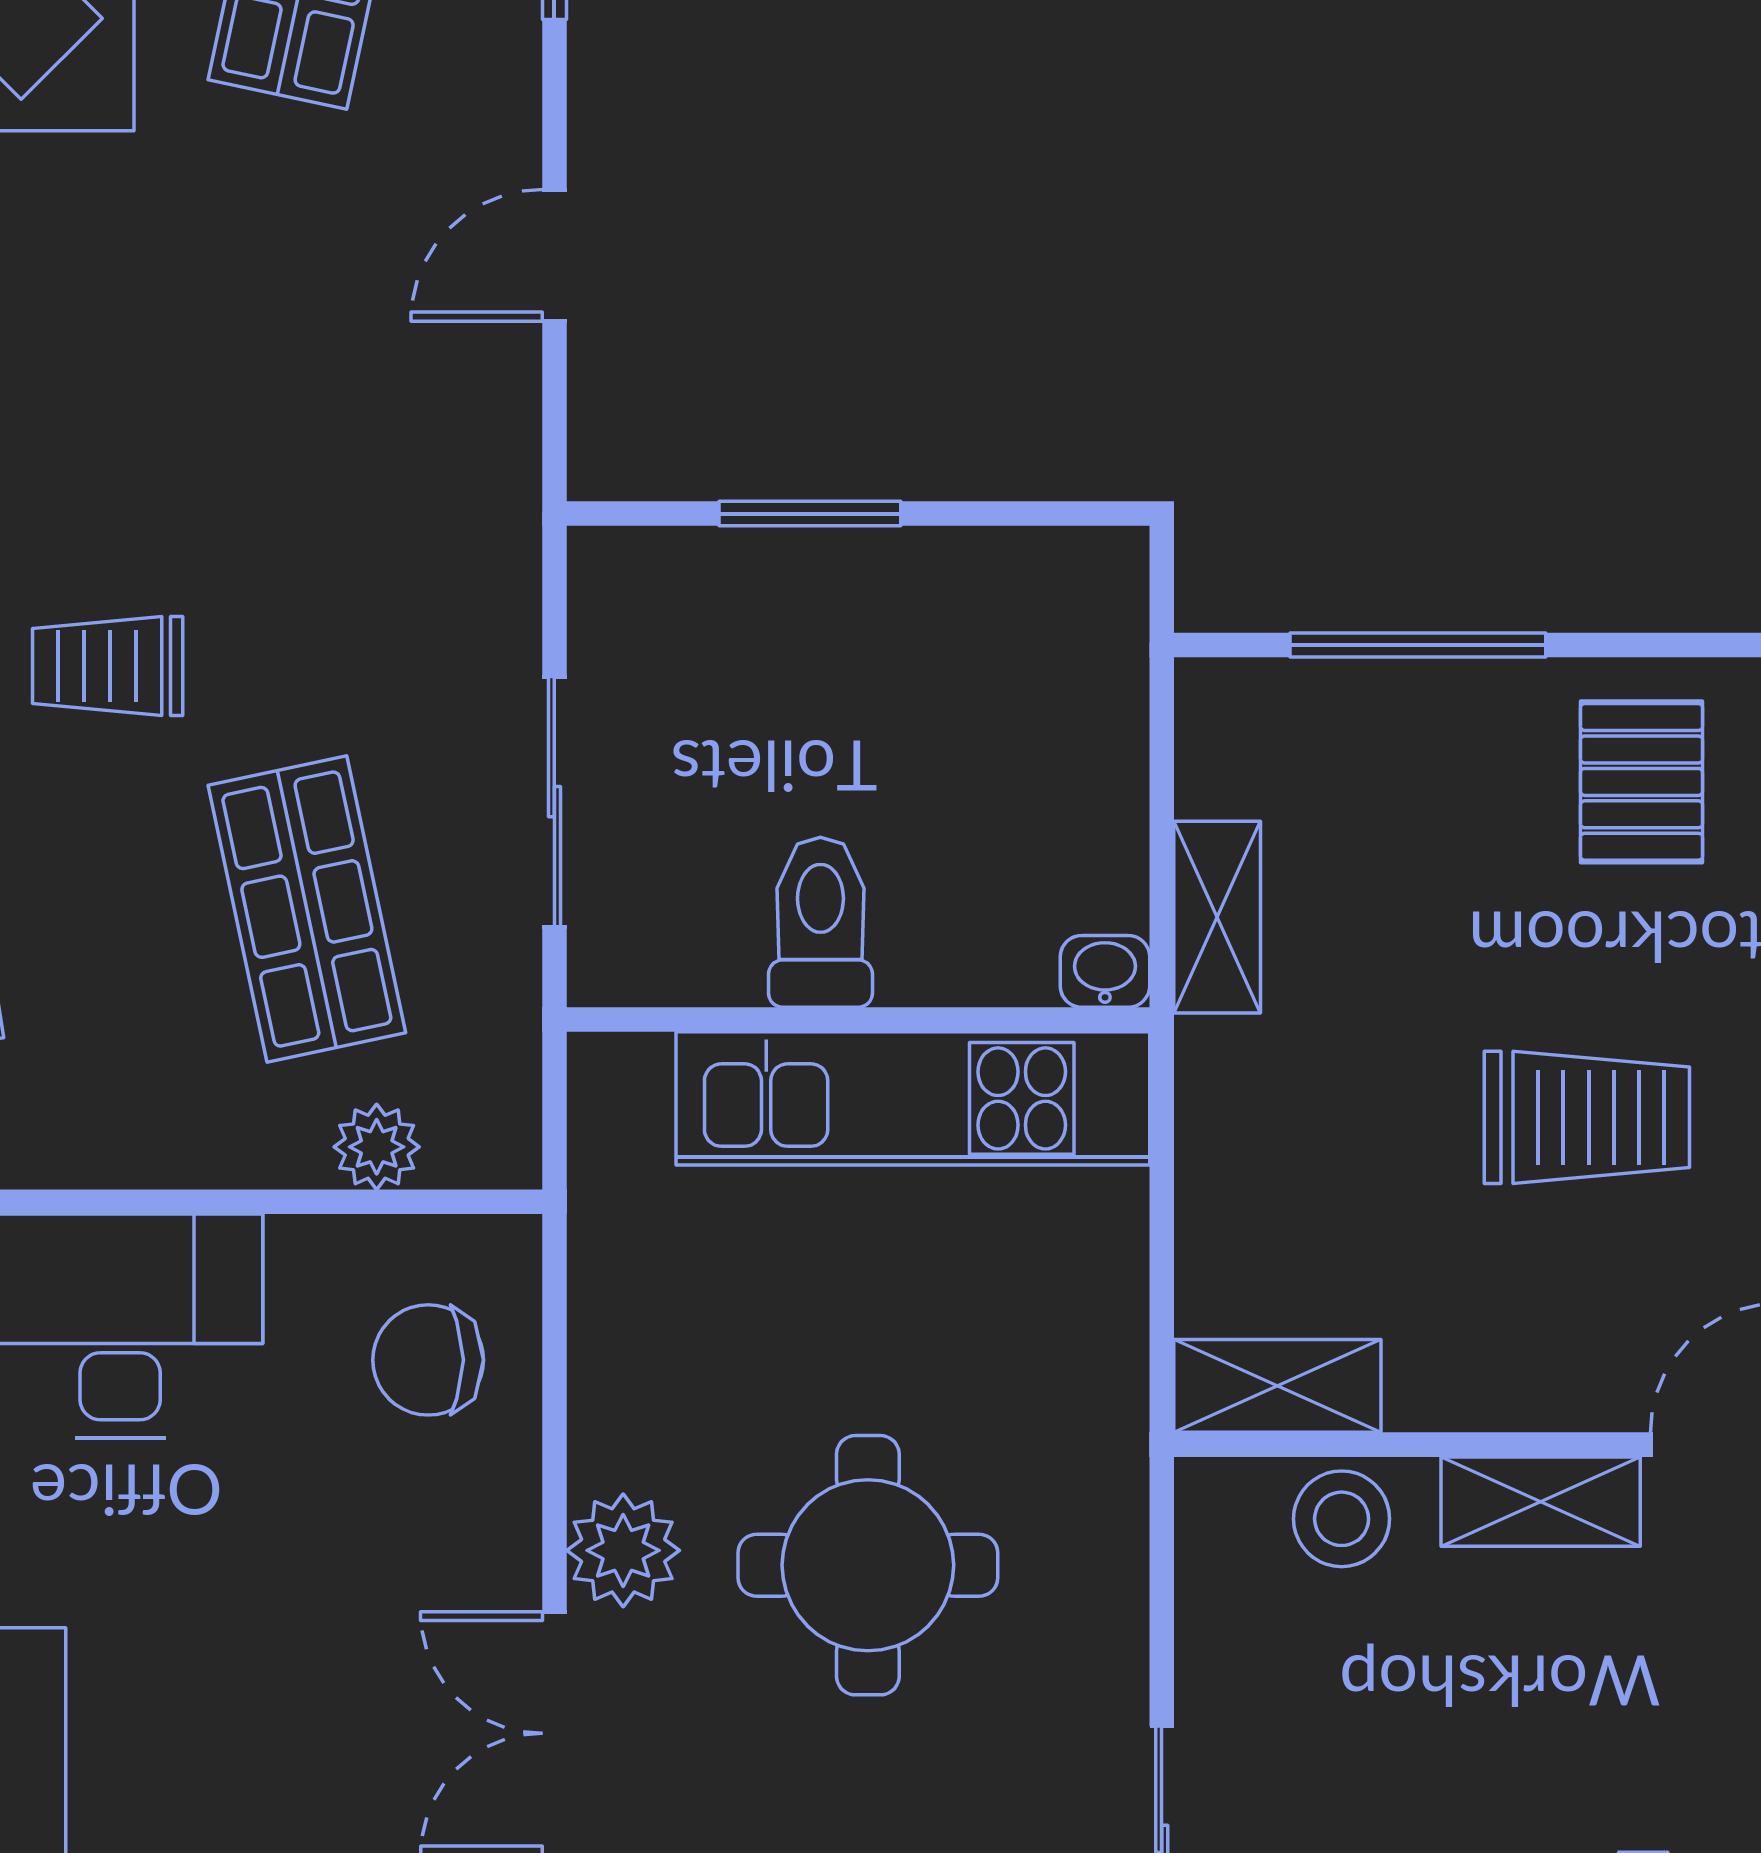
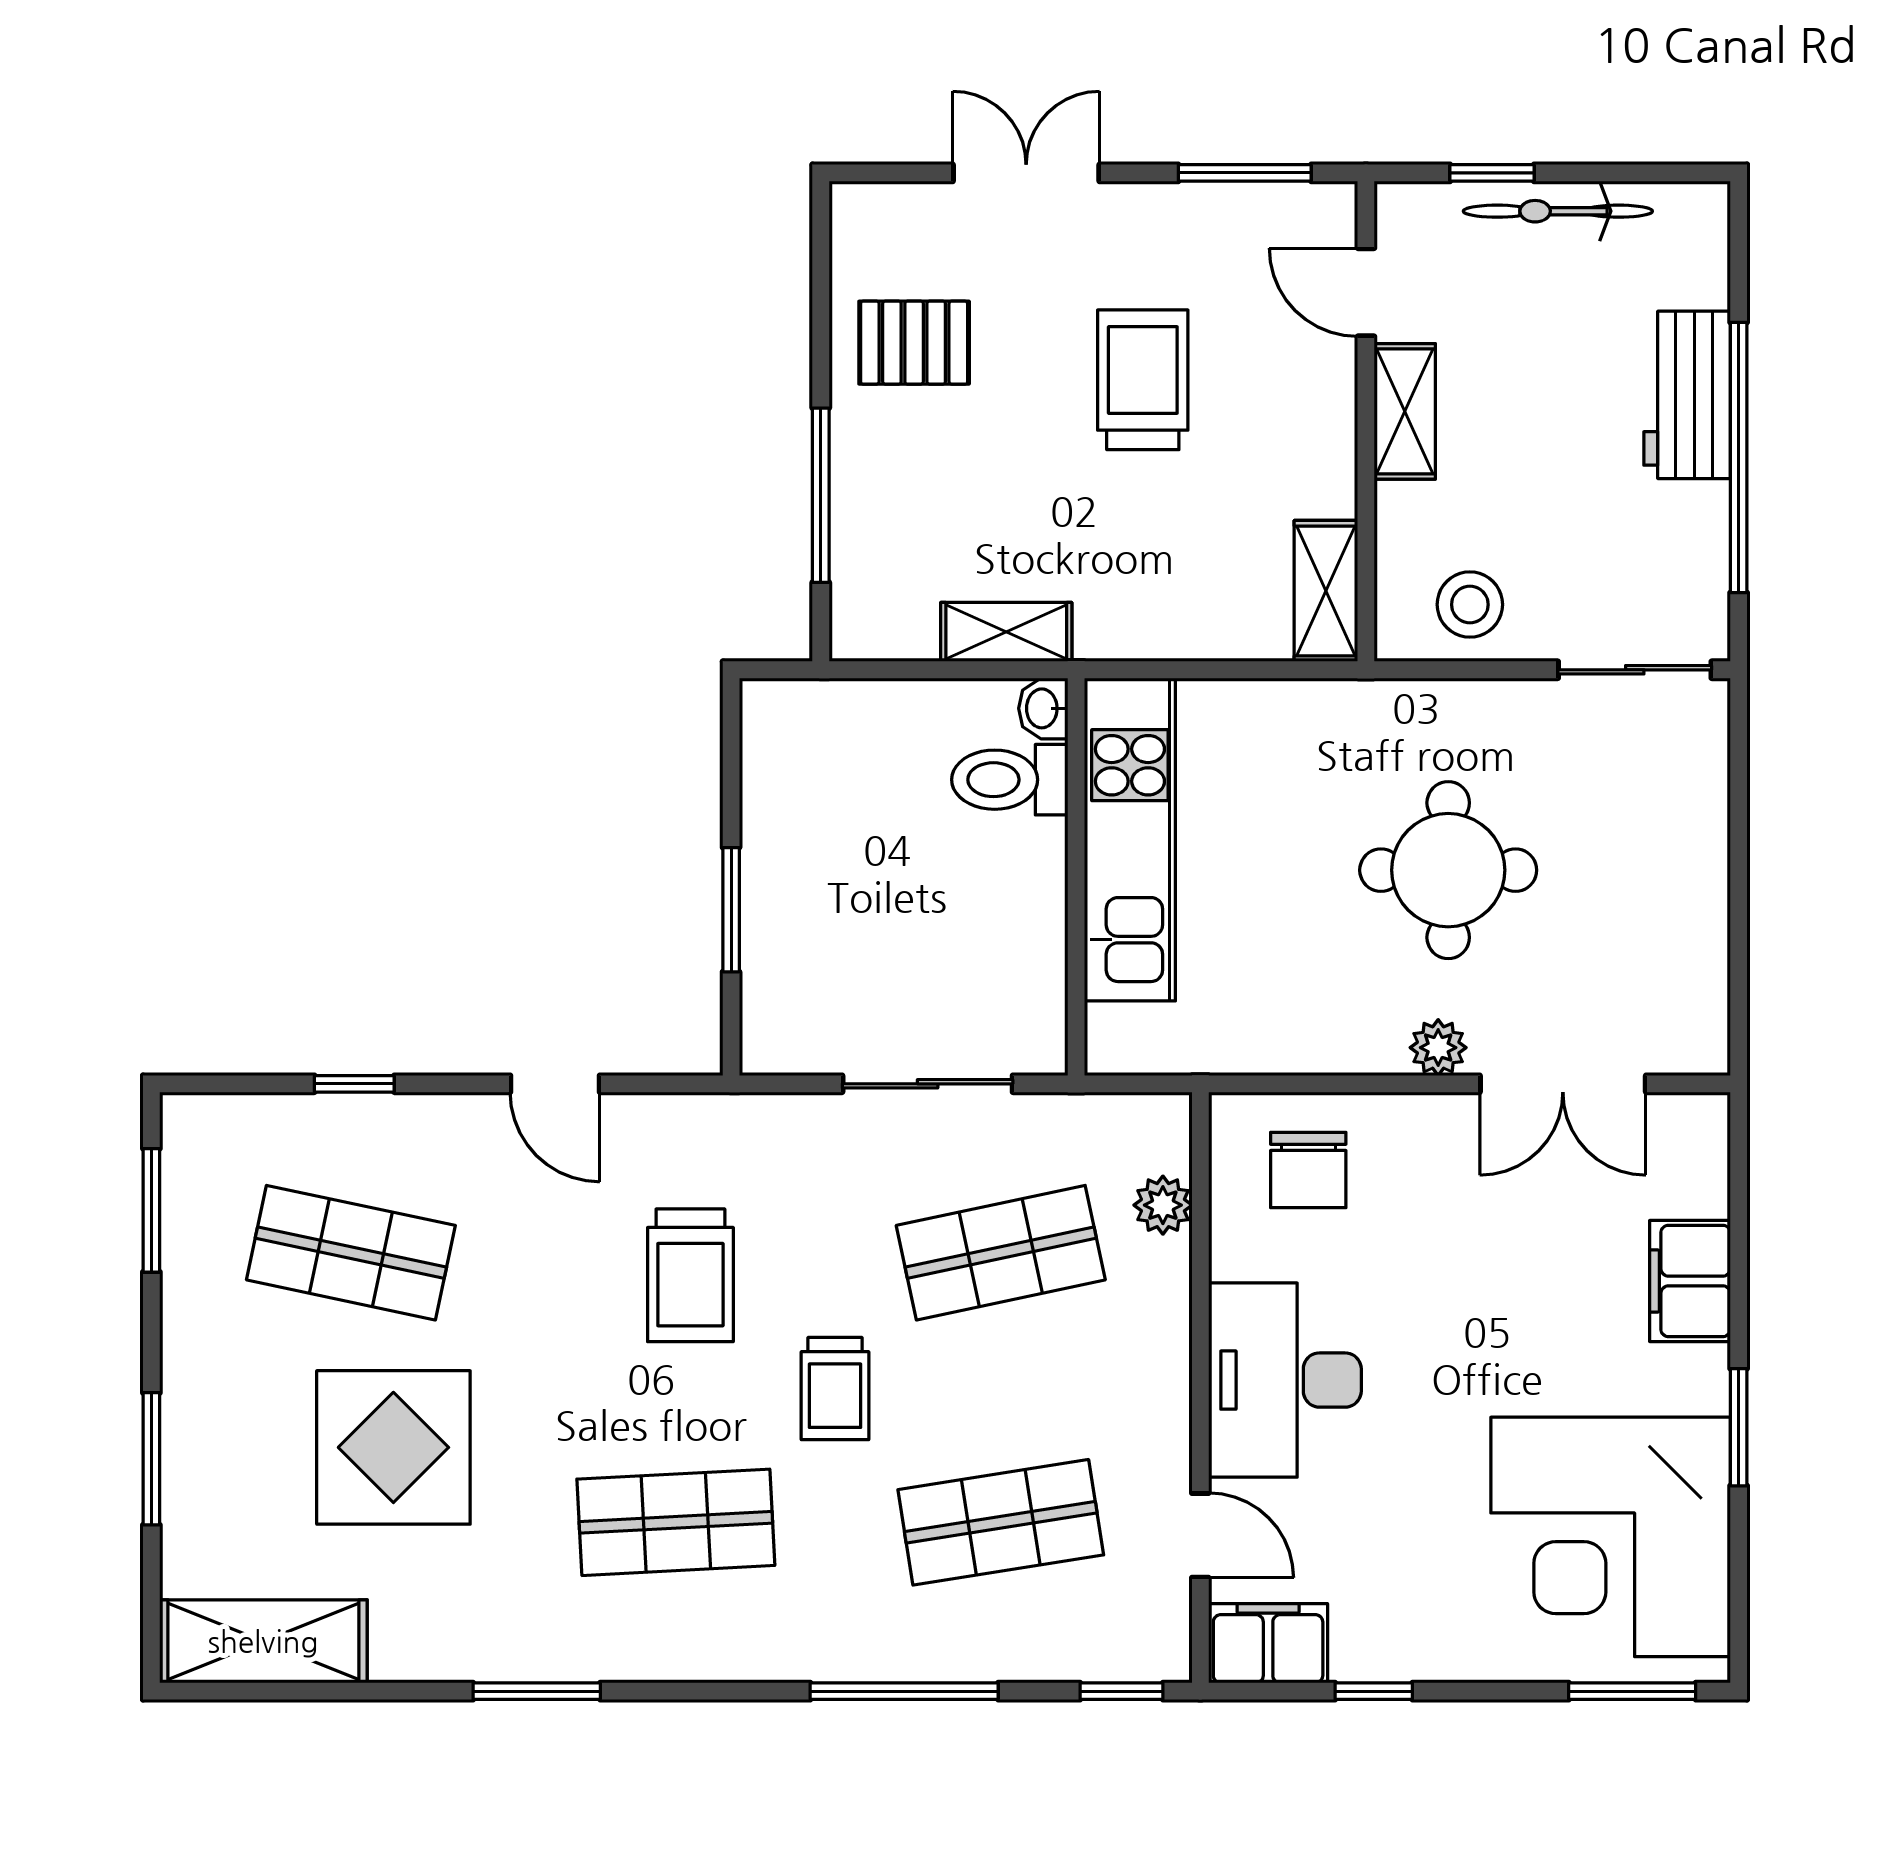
trolley: (274, 454) -> (690, 1275), added
toilet: (820, 922) -> (1010, 780), moved
stool: (1342, 1519) -> (1470, 605), moved
plant: (623, 1550) -> (1438, 1048), width x0.73, depth x0.73

